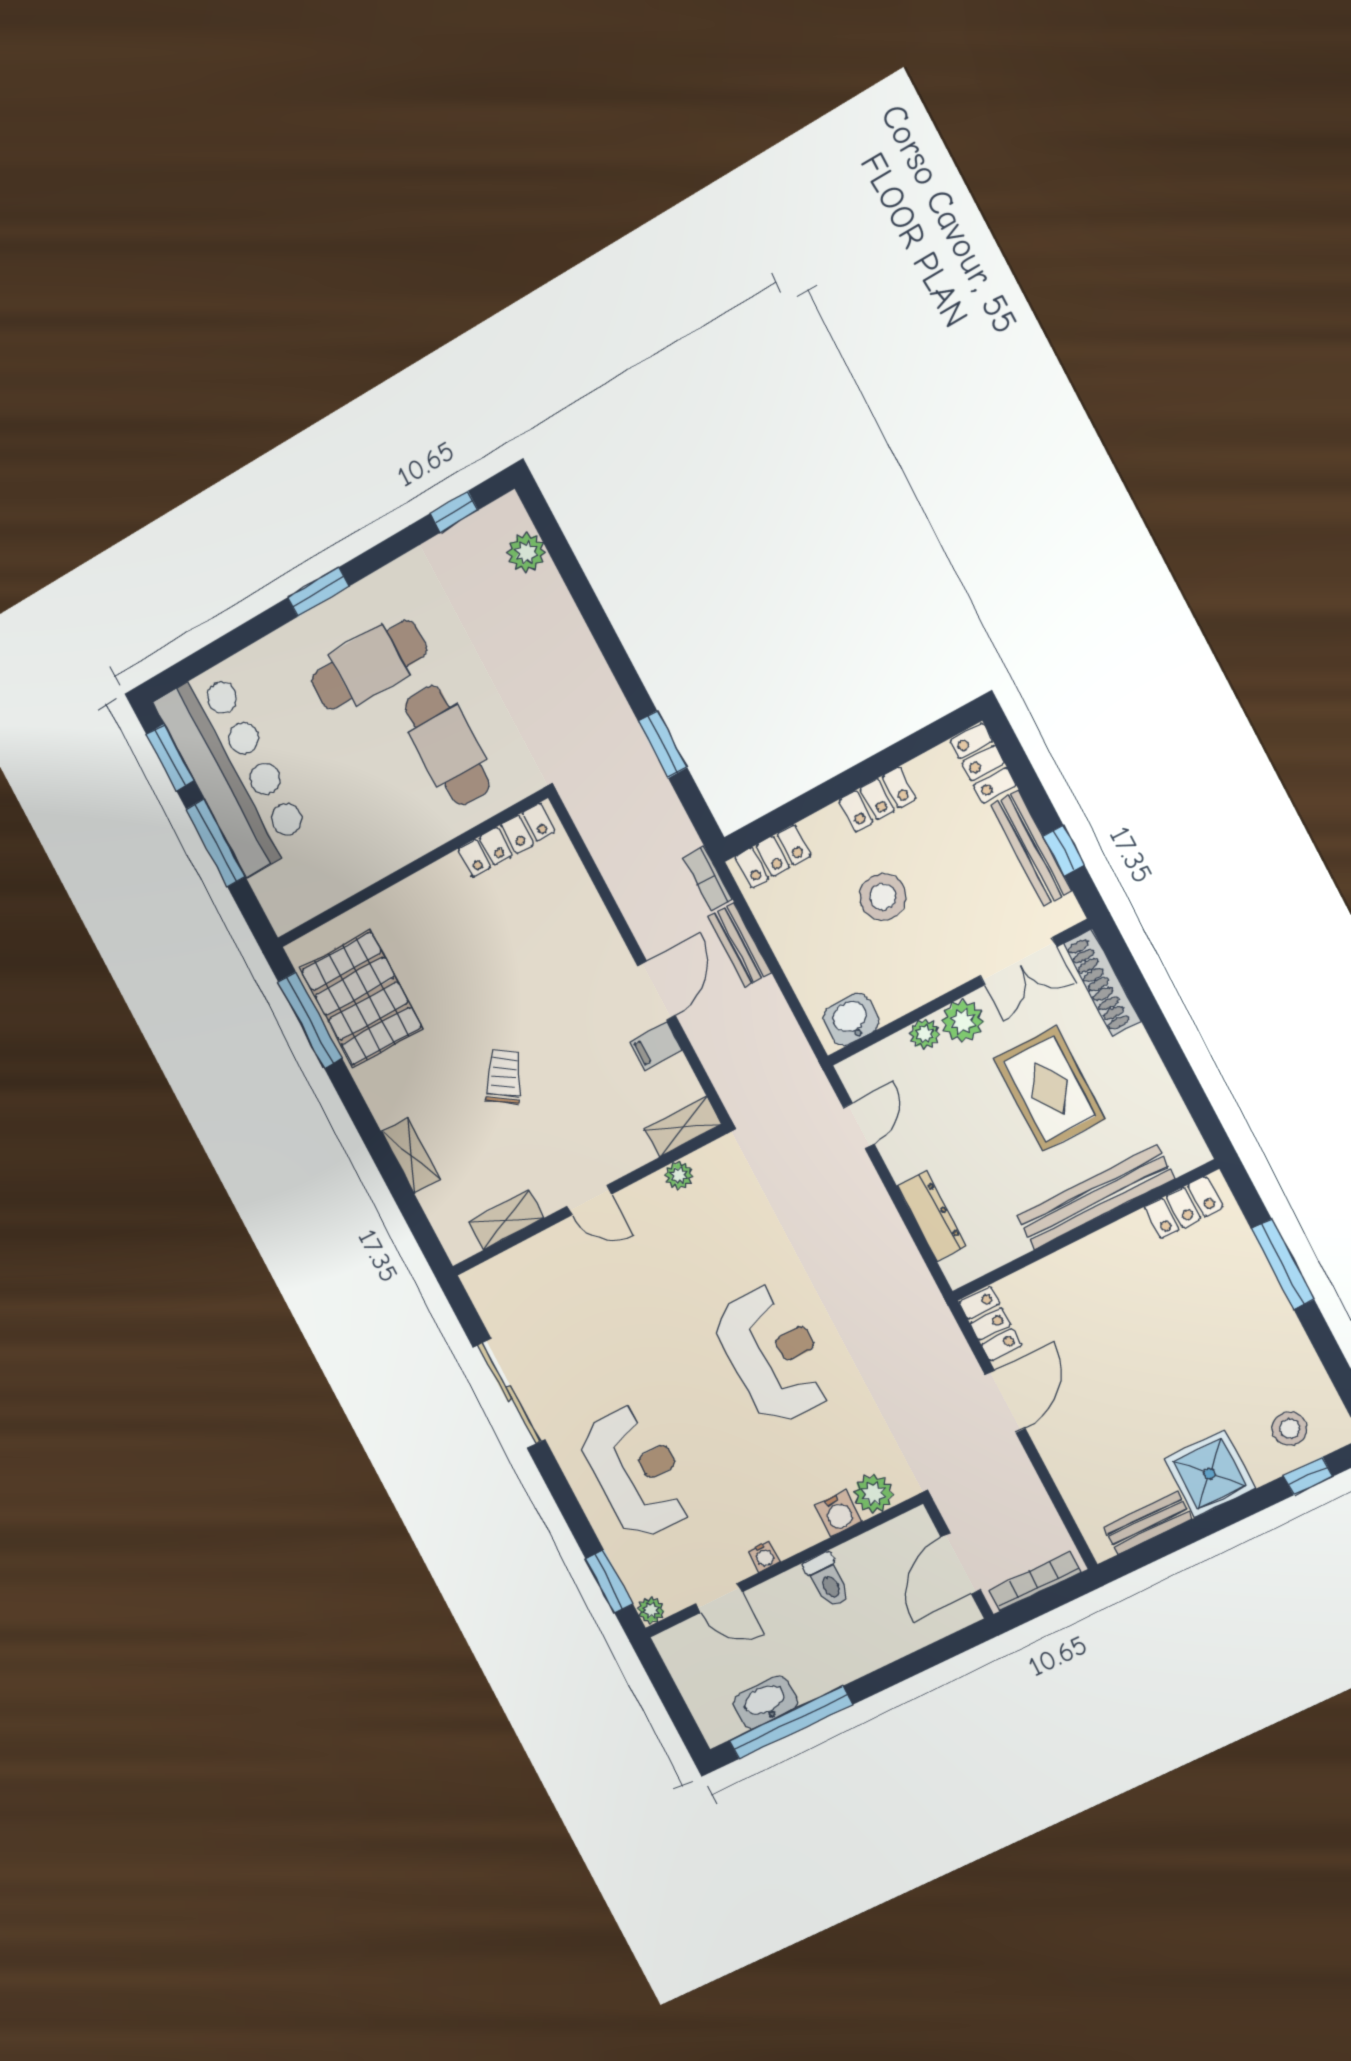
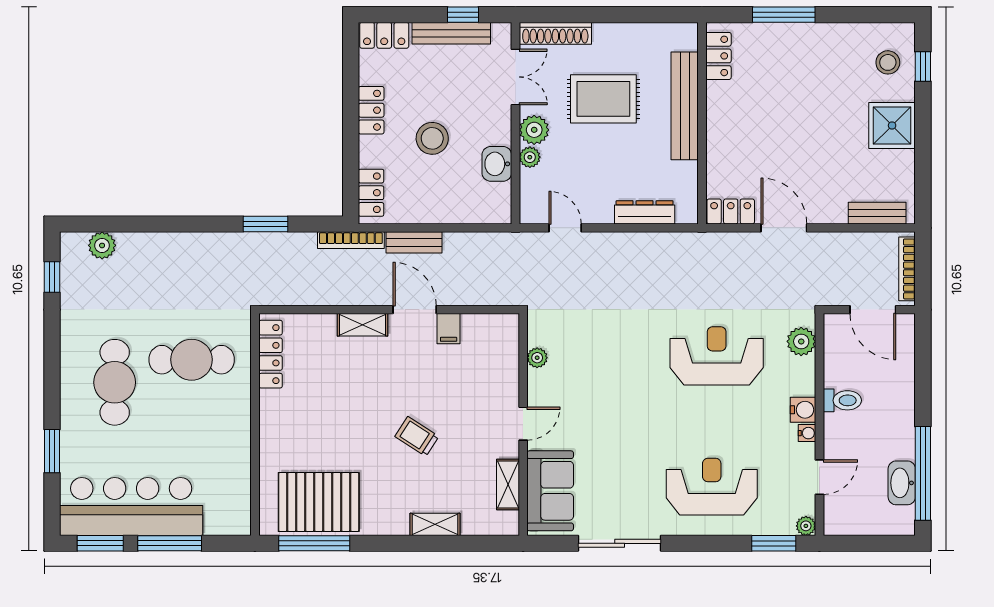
window: (318, 592) -> (52, 451), moved
bookcase: (708, 879) -> (351, 240), width x1.56
washbasin: (851, 1020) -> (497, 164), moved
shelving: (683, 1127) -> (363, 325), moved, turned 90
sofa: (526, 1276) -> (550, 491), added
reception desk: (774, 1354) -> (717, 356), moved
water cooler: (839, 1514) -> (803, 410), moved
bench: (1148, 1523) -> (877, 213), moved, turned 90

